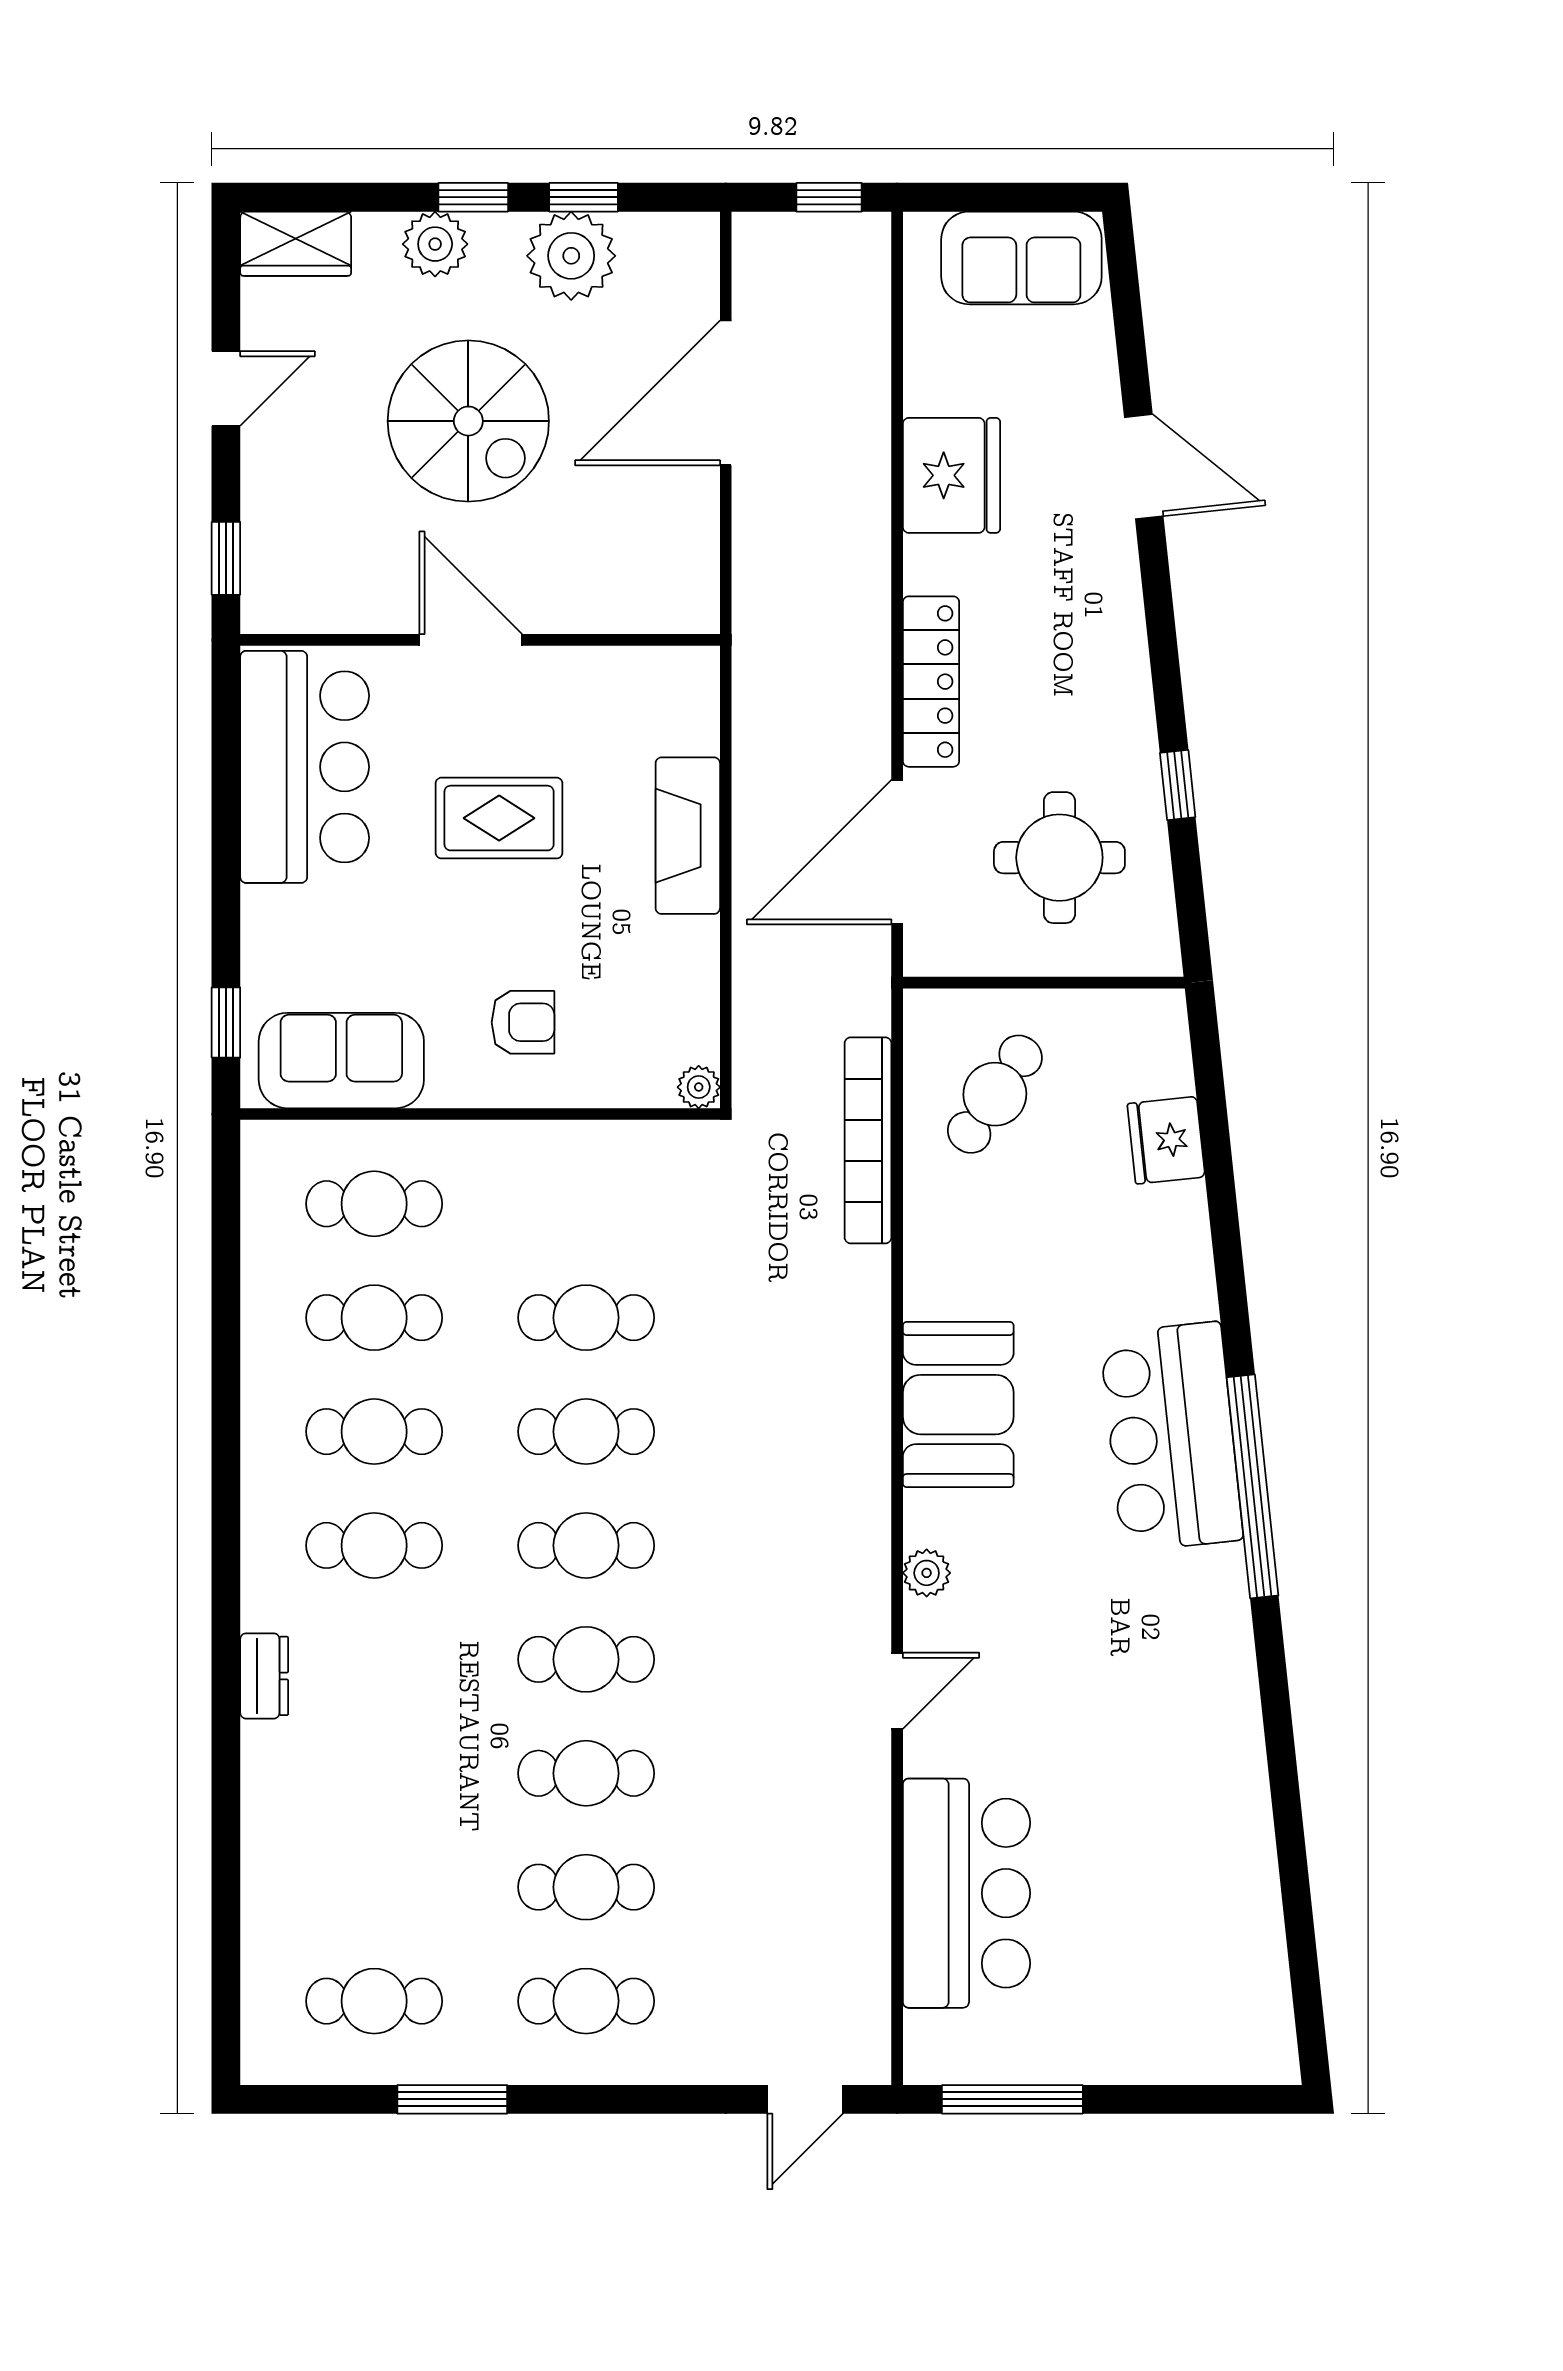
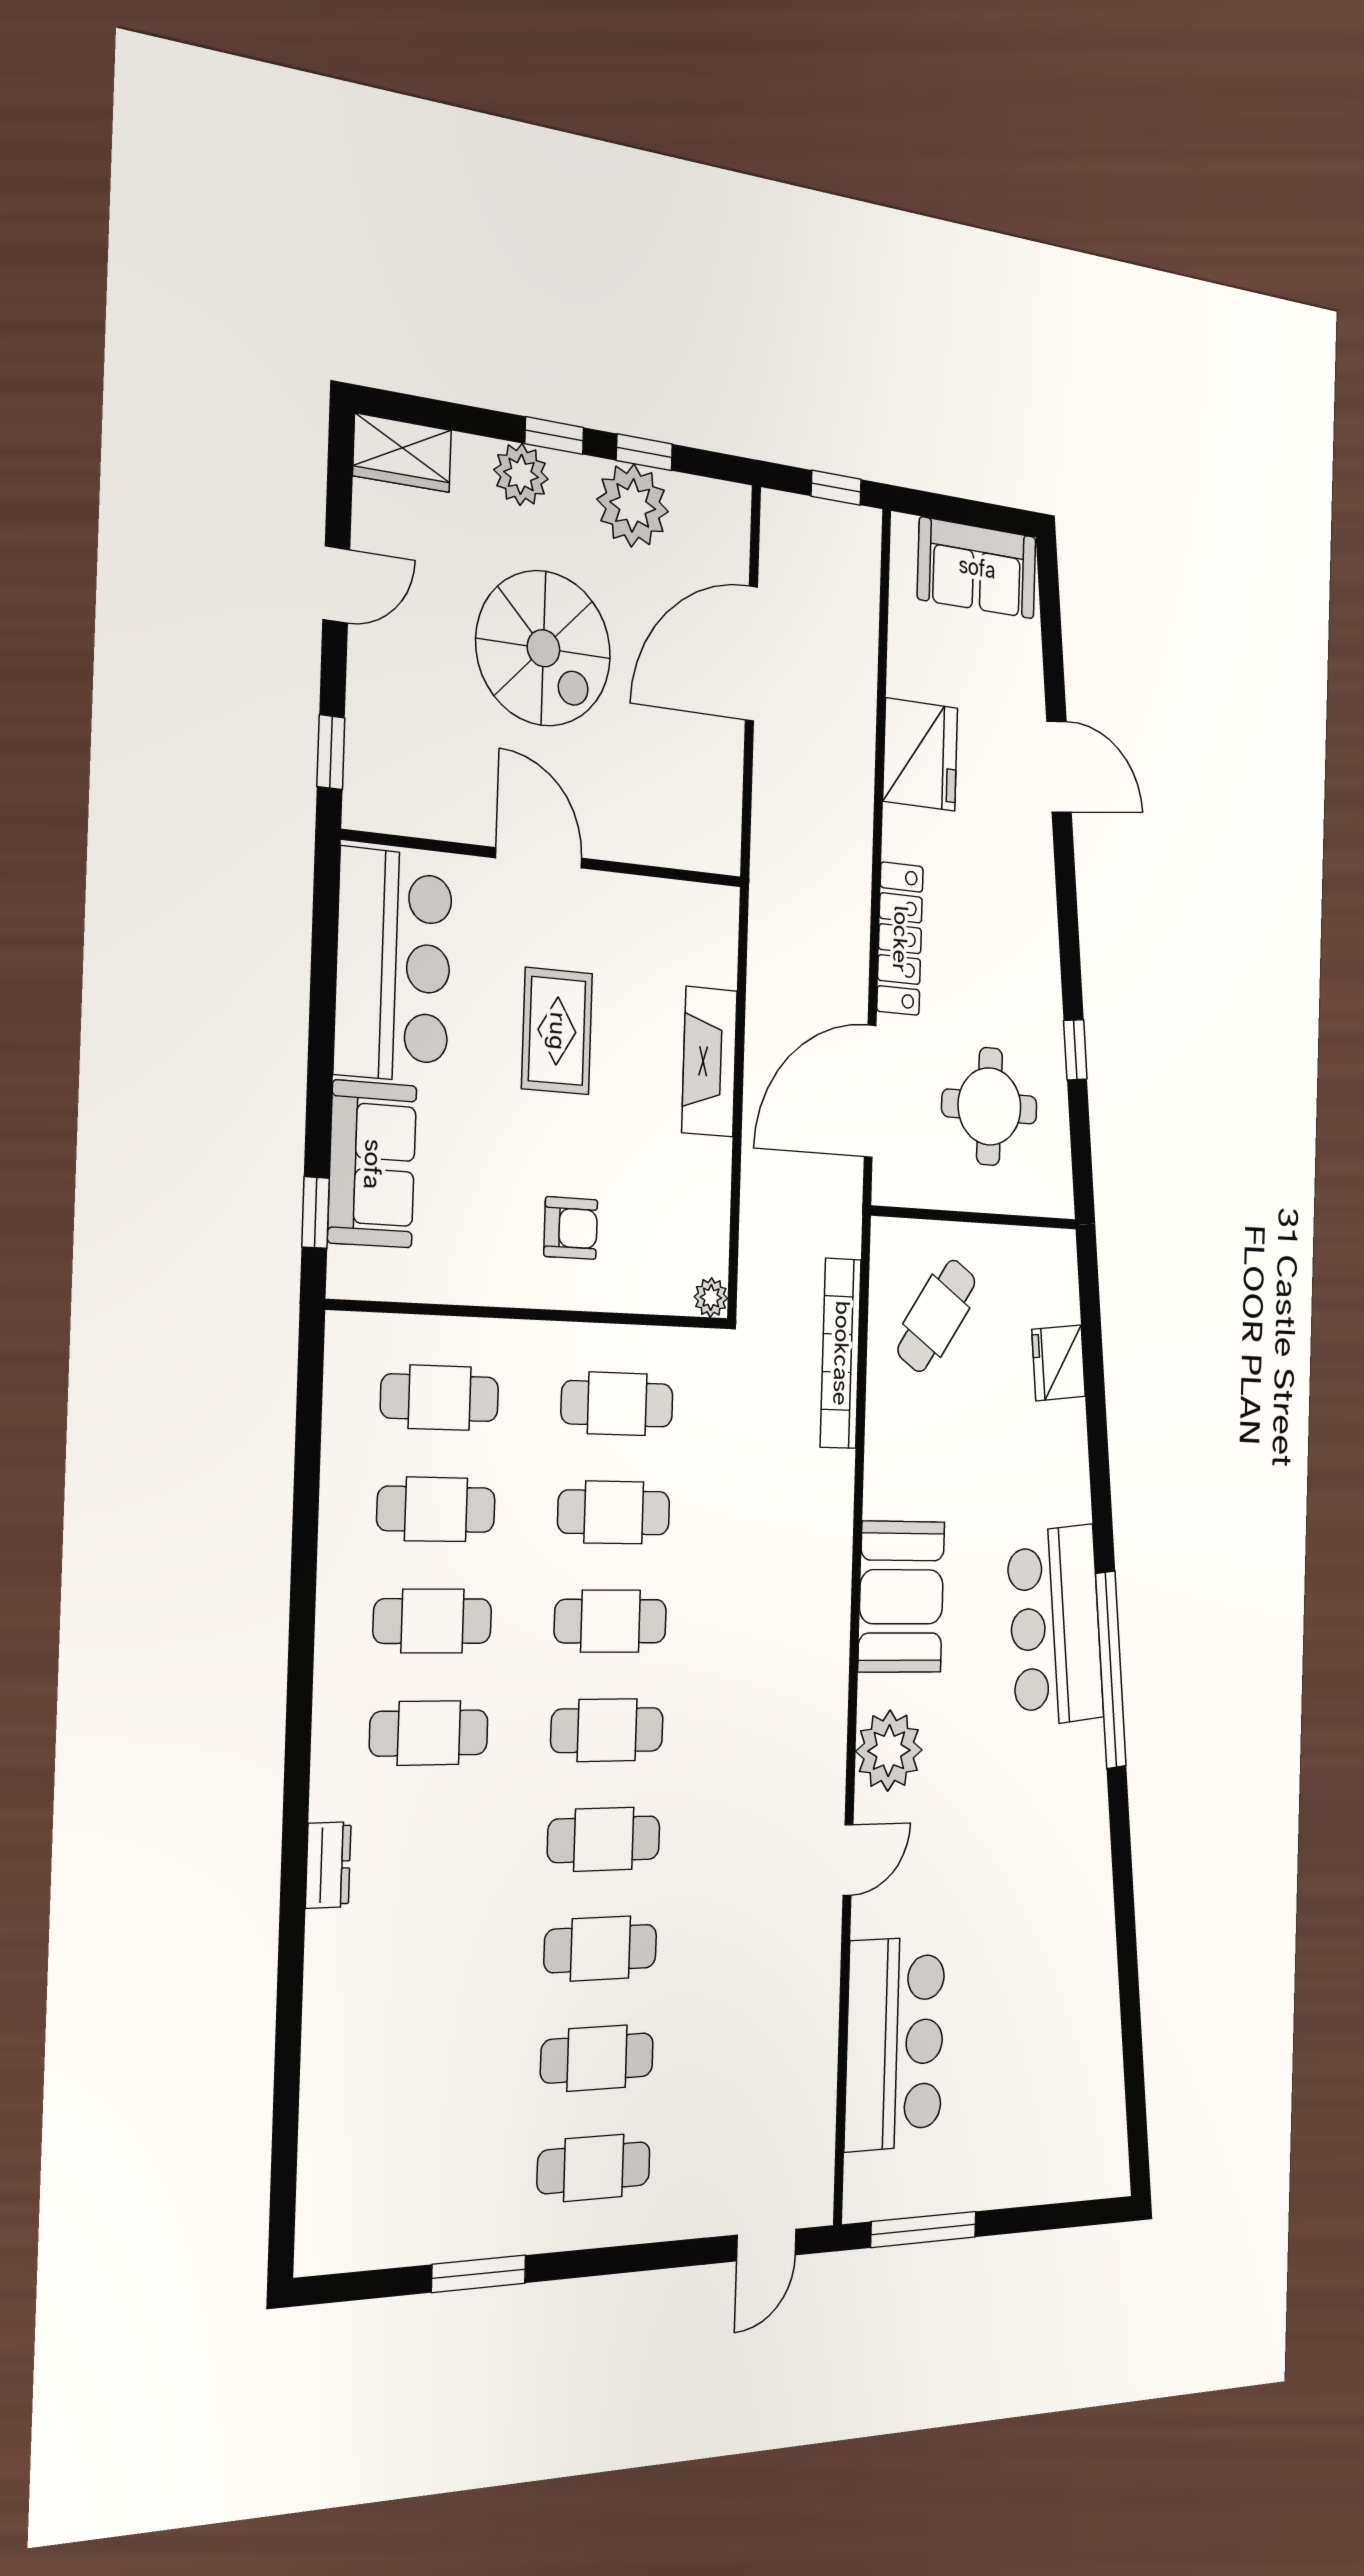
rug: (499, 818) -> (557, 1031), turned 90
sofa: (341, 1061) -> (372, 1164), moved, turned 90
plant: (927, 1573) -> (889, 1751), width x1.87, depth x1.87
cafe table: (374, 2001) -> (617, 1404), moved

